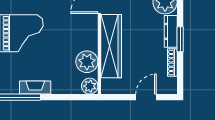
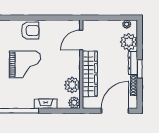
fireplace: (35, 88) -> (46, 104), moved
door: (146, 97) -> (115, 111), width x1.88

